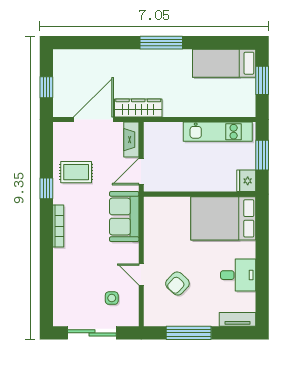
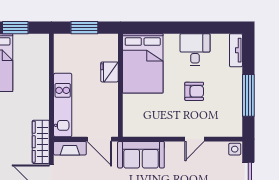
kitchen unit: (218, 132) -> (63, 105), moved
fridge: (246, 181) -> (109, 72), moved, turned 90
armchair: (177, 283) -> (194, 91), moved, turned -43
side table: (112, 298) -> (235, 149), moved

